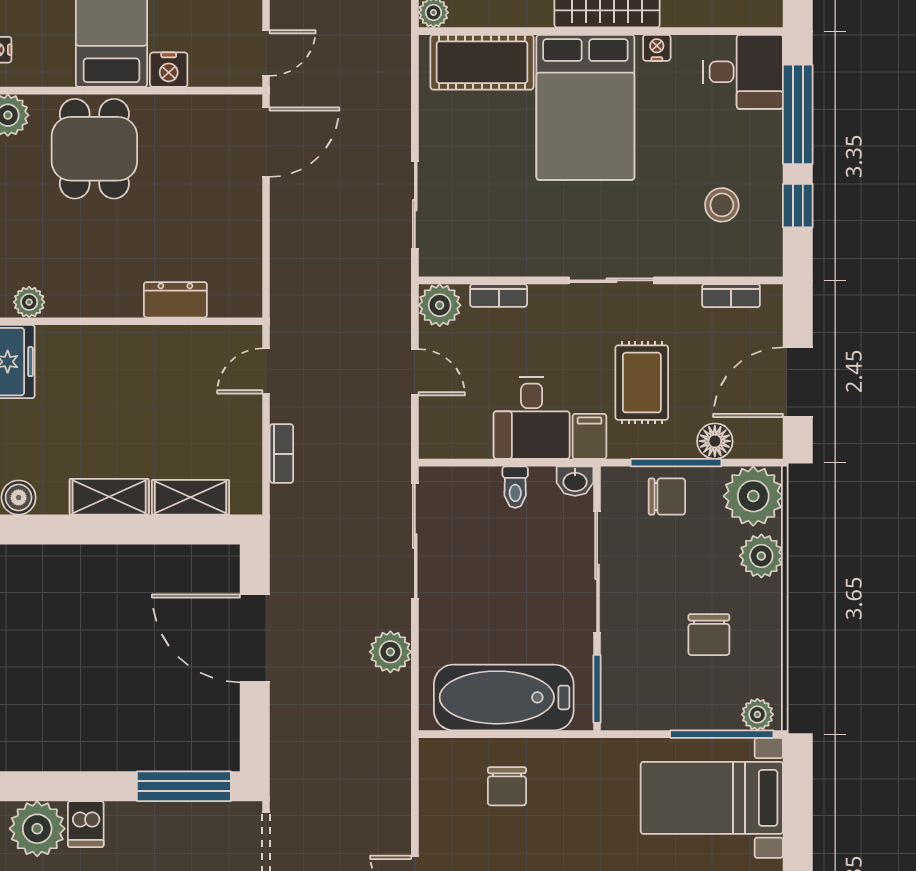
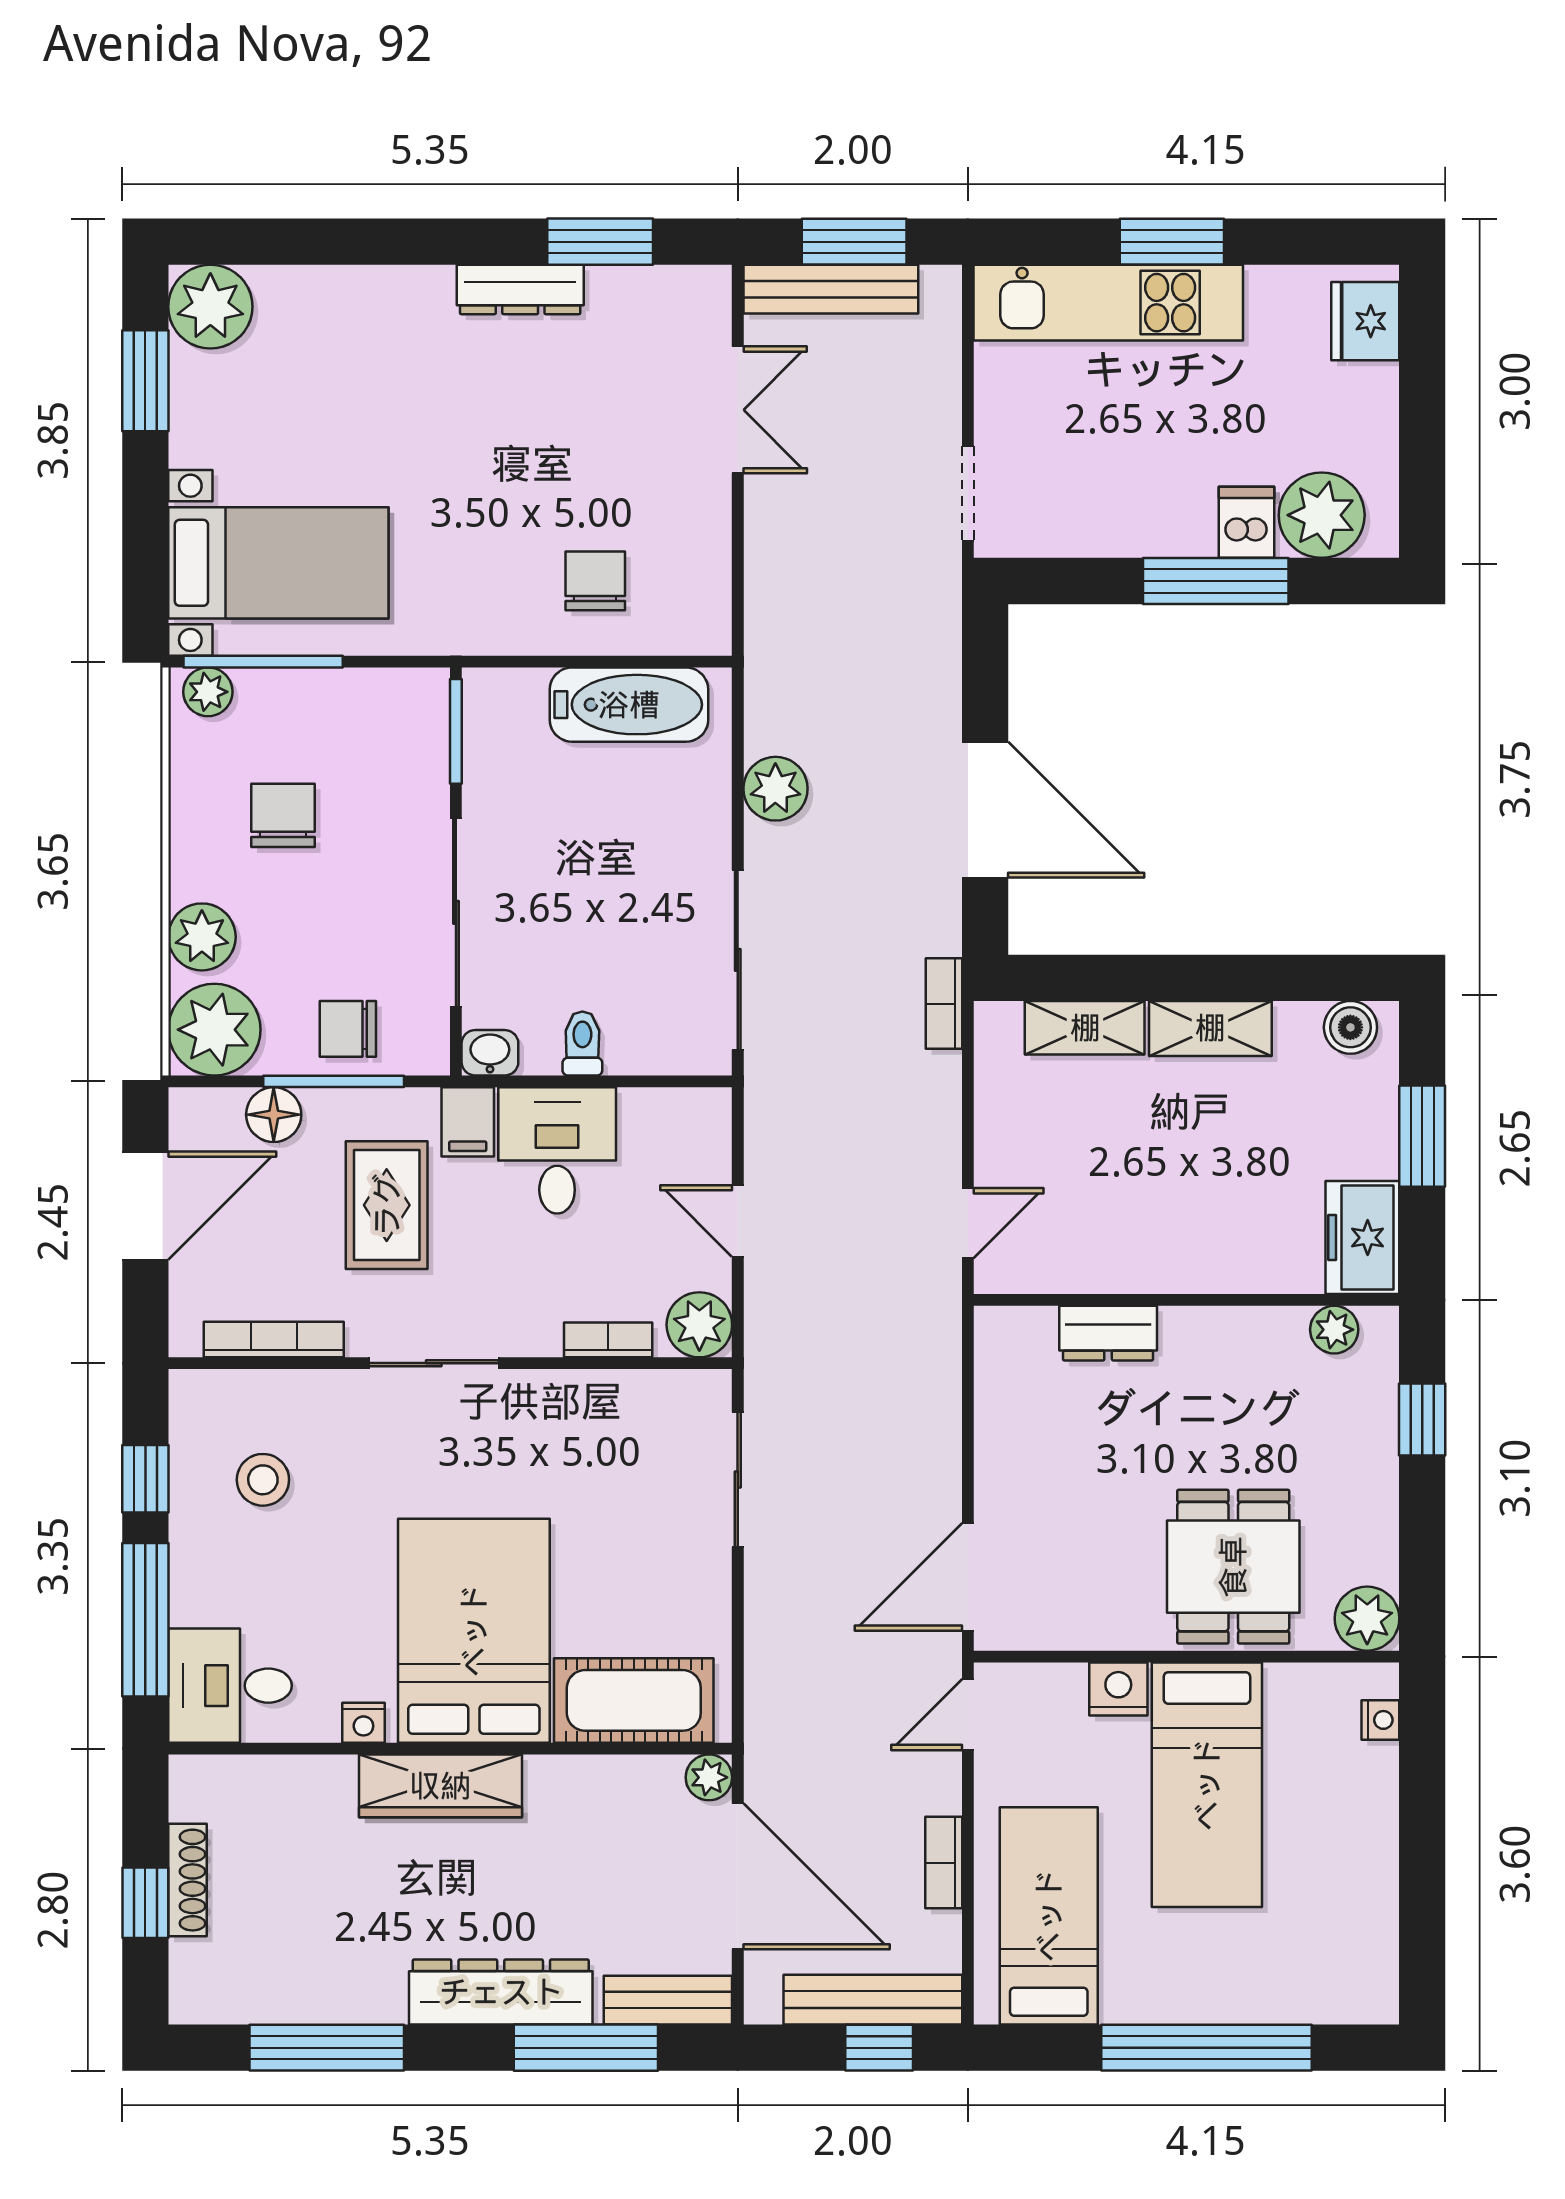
bookcase: (731, 296) -> (274, 1340), width x1.56
bookcase: (281, 454) -> (944, 1004), moved
bathtub: (504, 697) -> (629, 705), width x0.73, depth x0.73
window: (184, 786) -> (1216, 581), moved

